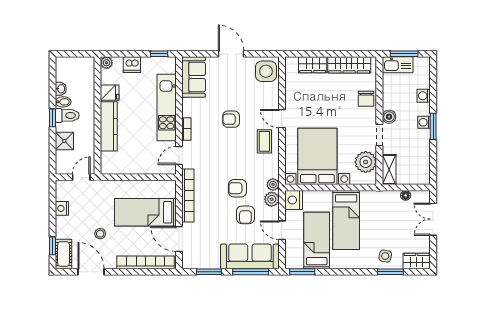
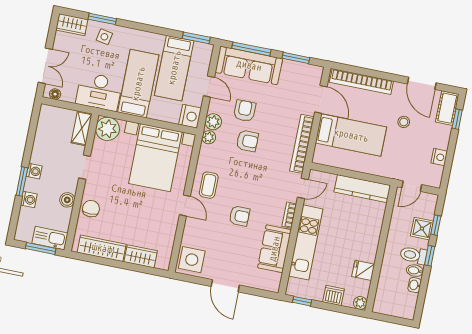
sofa: (194, 77) -> (274, 249), moved
boiler: (389, 117) -> (67, 200), moved
kitchen counter: (109, 126) -> (362, 189), moved, turned -90
window: (433, 126) -> (22, 182), moved
window: (53, 147) -> (436, 225), added
plant: (366, 162) -> (108, 129), moved
floor lamp: (406, 195) -> (55, 94), moved
desk: (380, 206) -> (99, 92), added

